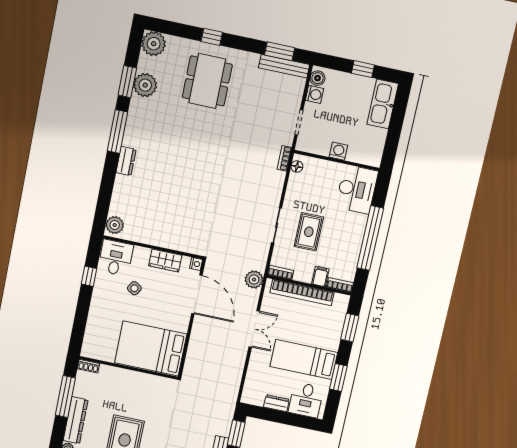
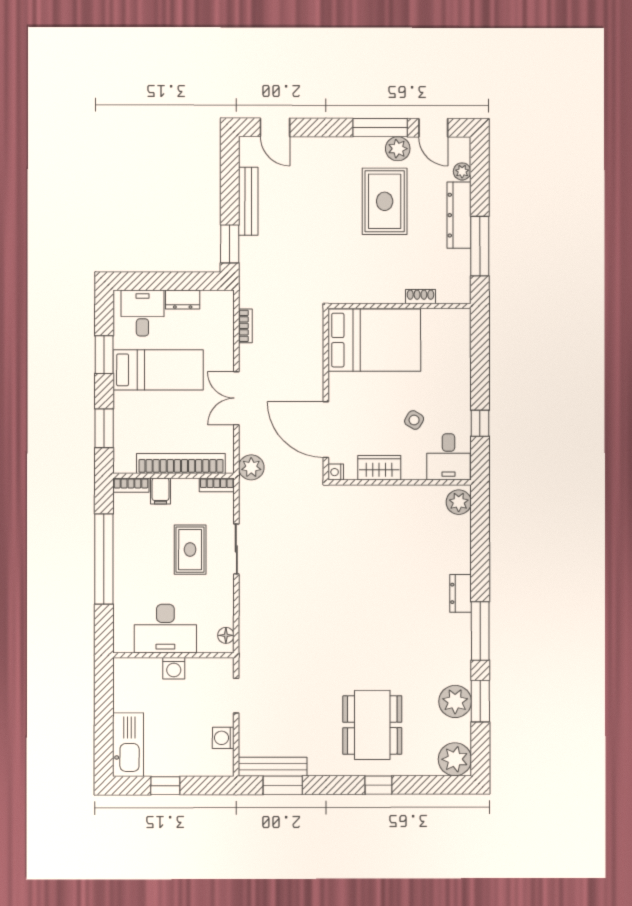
boiler: (318, 78) -> (224, 760), removed
bookcase: (284, 158) -> (245, 326), moved
desk: (357, 189) -> (165, 629), moved, turned -90
shoe rack: (88, 366) -> (420, 297), moved

